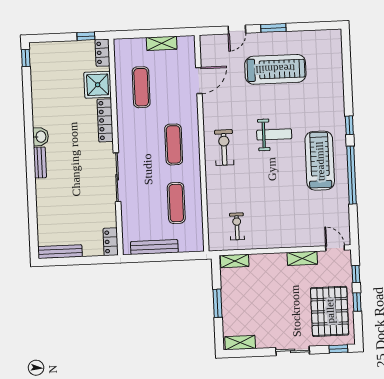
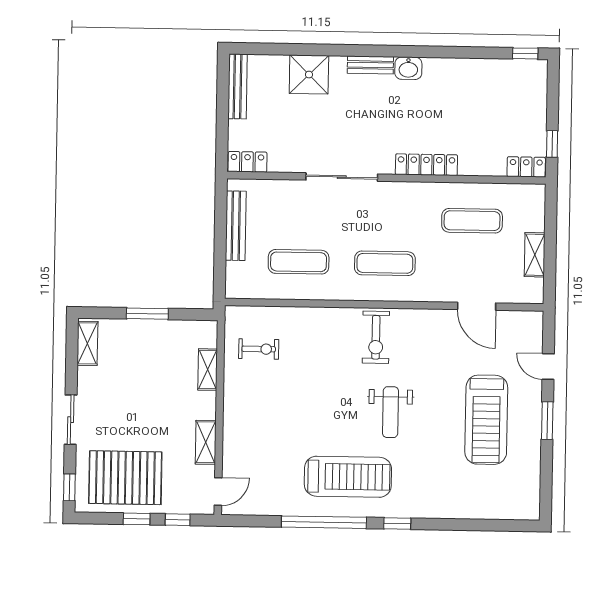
shower: (98, 85) -> (309, 75), moved
exercise bike: (224, 148) -> (376, 337), turned 90
shelving: (235, 261) -> (208, 370), moved

